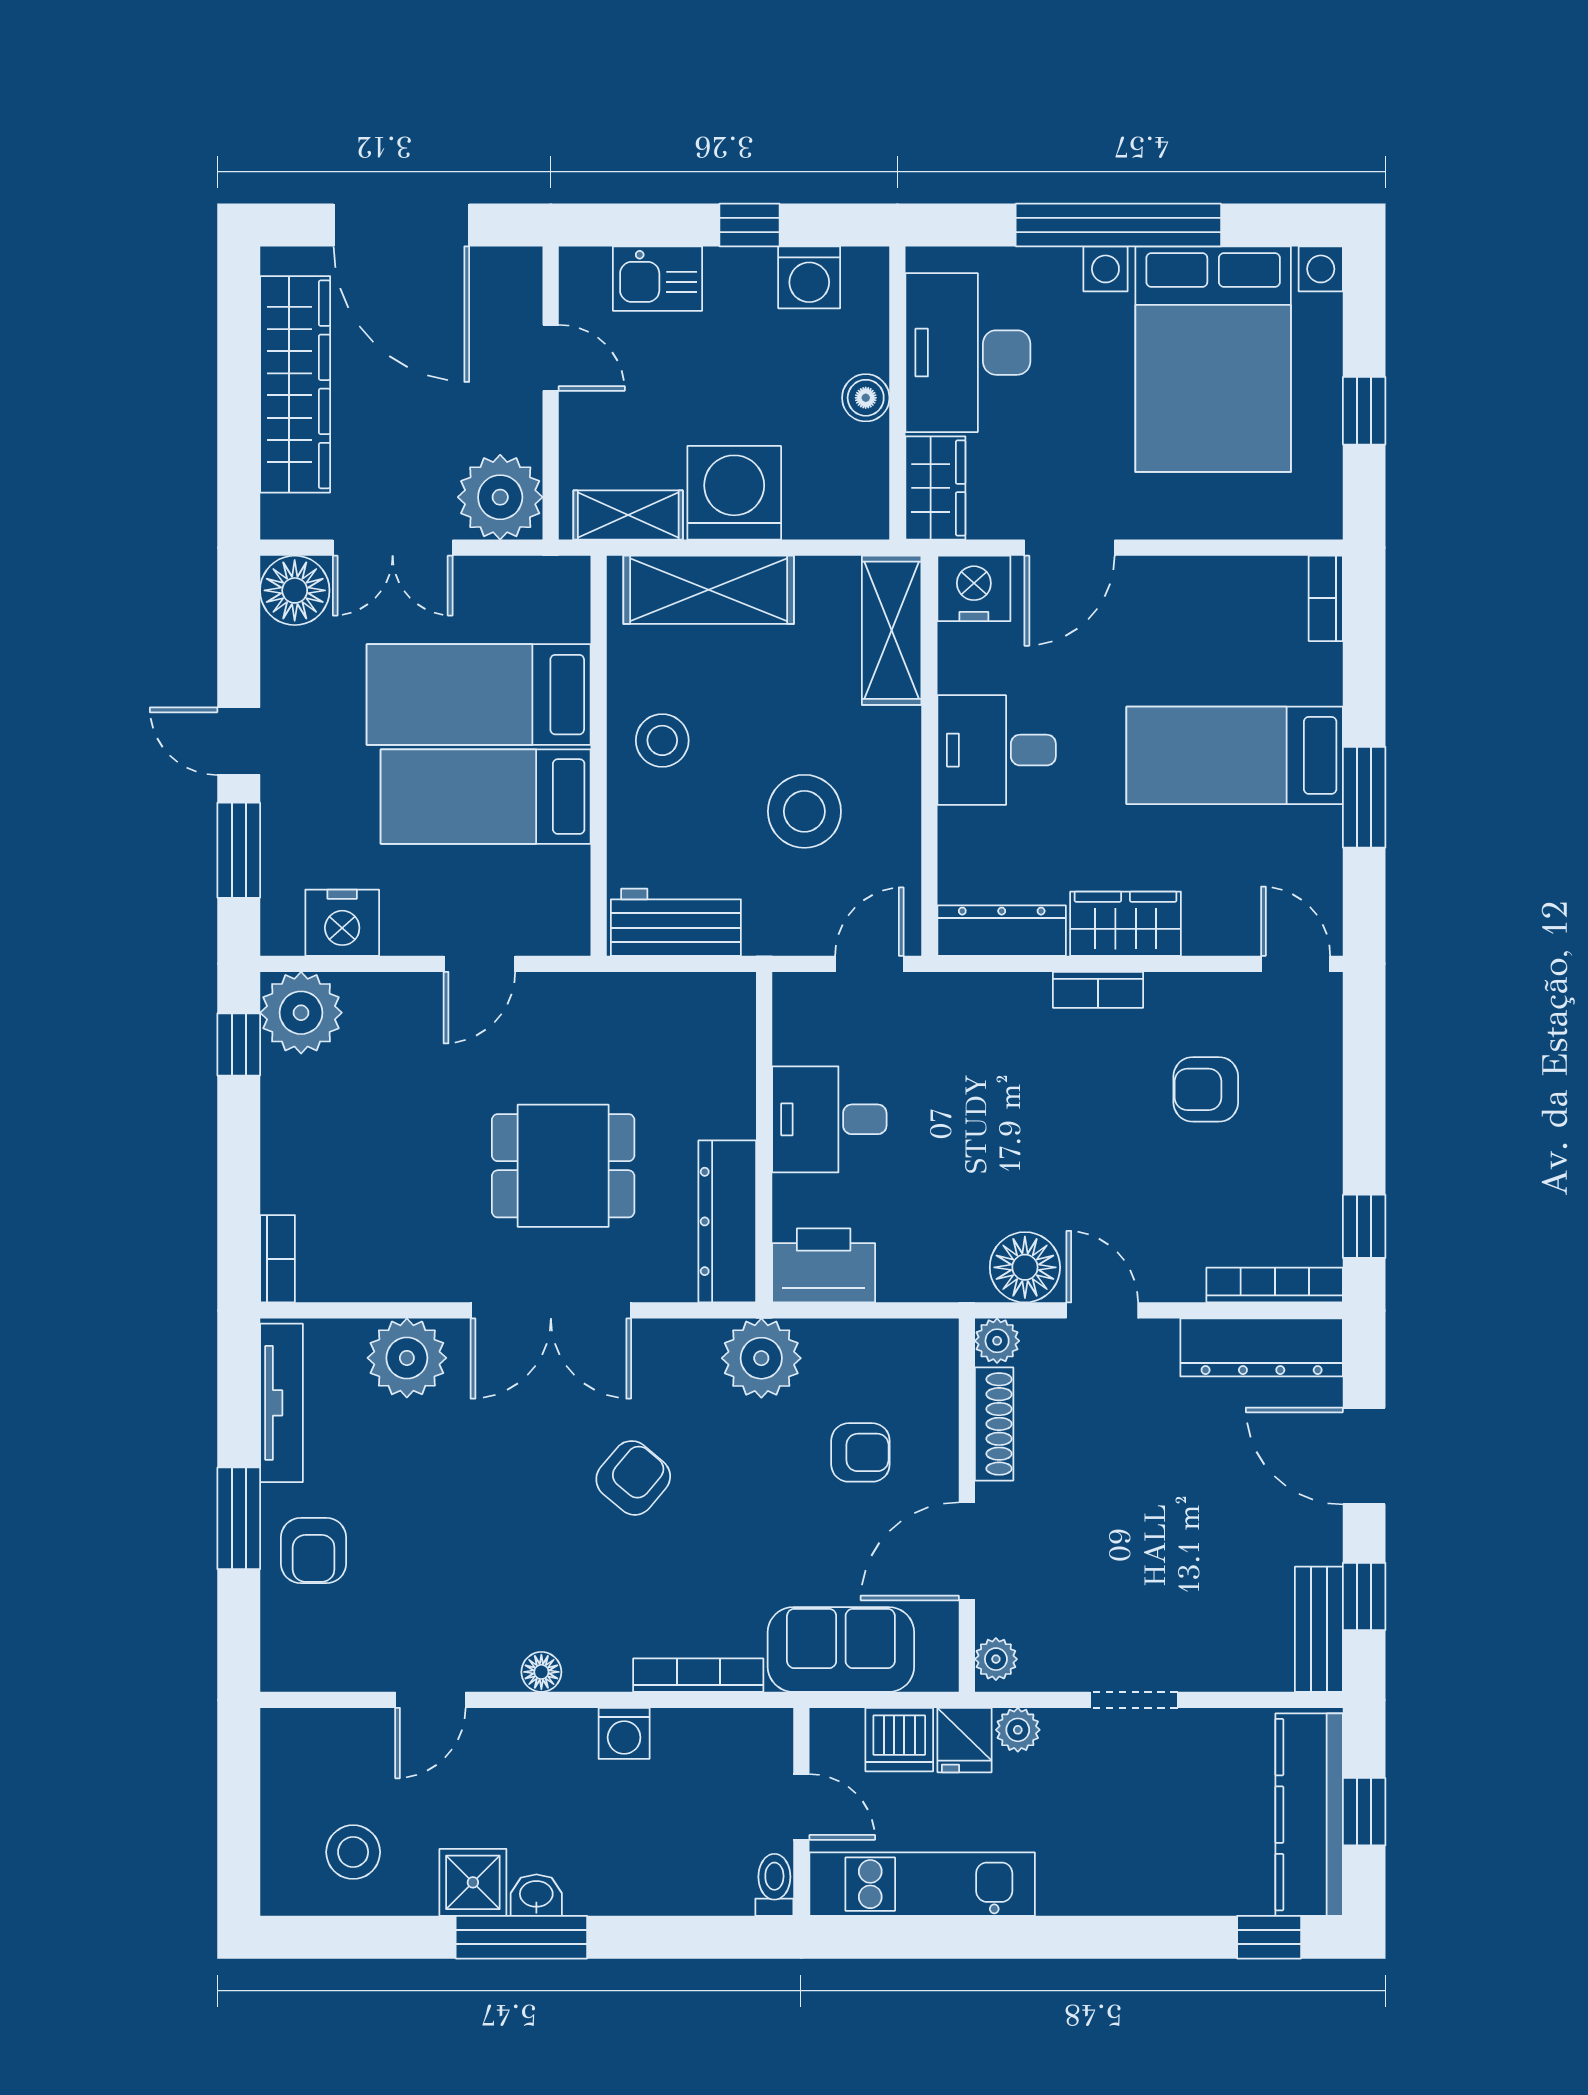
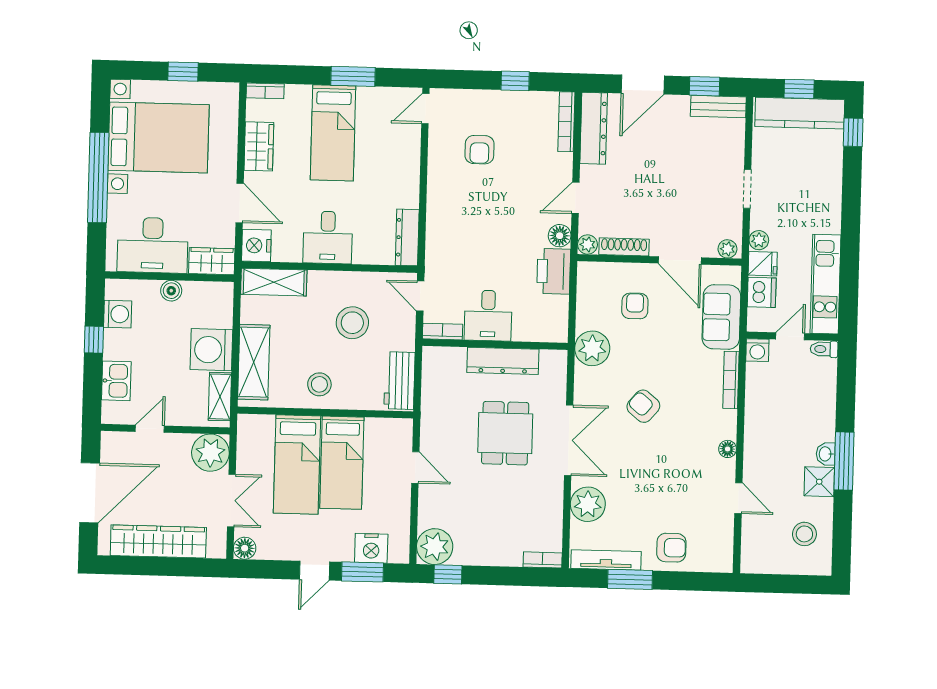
floor lamp: (295, 590) -> (245, 548), width x0.73, depth x0.73
nightstand: (342, 923) -> (371, 548), moved, turned 90
wardrobe: (1126, 924) -> (259, 146), moved, turned 180
bookcase: (1098, 990) -> (443, 332), moved, turned -90
dresser: (727, 1221) -> (503, 361), moved
window: (1364, 1226) -> (515, 81), moved
printer: (824, 1265) -> (554, 271), moved
floor lamp: (1025, 1267) -> (560, 236), width x0.73, depth x0.73
window: (239, 1518) -> (630, 579), moved
washing machine: (624, 1733) -> (757, 350), moved, turned 90

